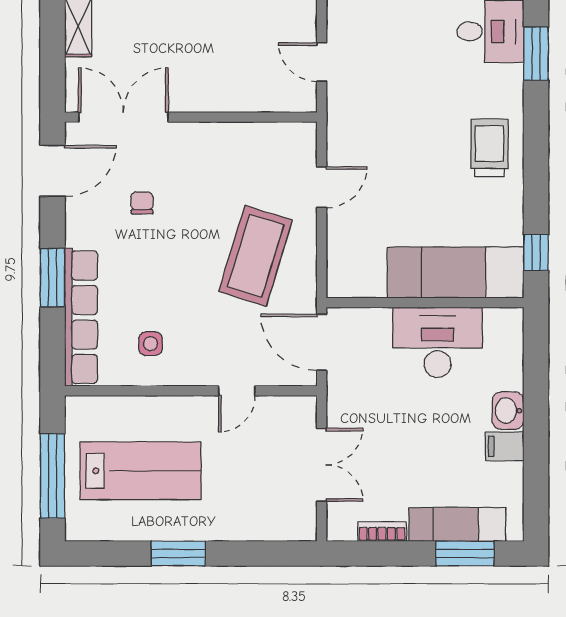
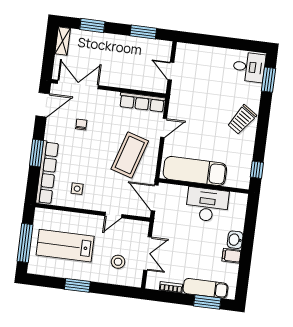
row of seats: (268, 138) -> (142, 102), added
trolley: (490, 148) -> (242, 120), turned -146
exam couch: (456, 273) -> (195, 171), moved
lab bench: (141, 471) -> (65, 246), turned 180
stool: (260, 491) -> (118, 262), added

